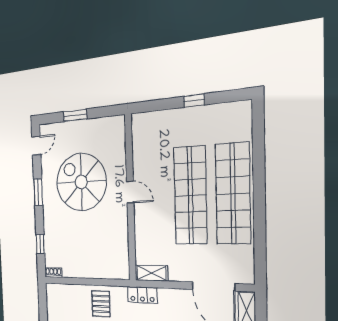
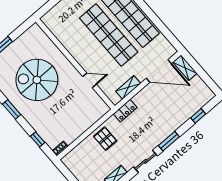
door: (130, 192) -> (90, 80), moved
shelving: (152, 273) -> (128, 87), moved

